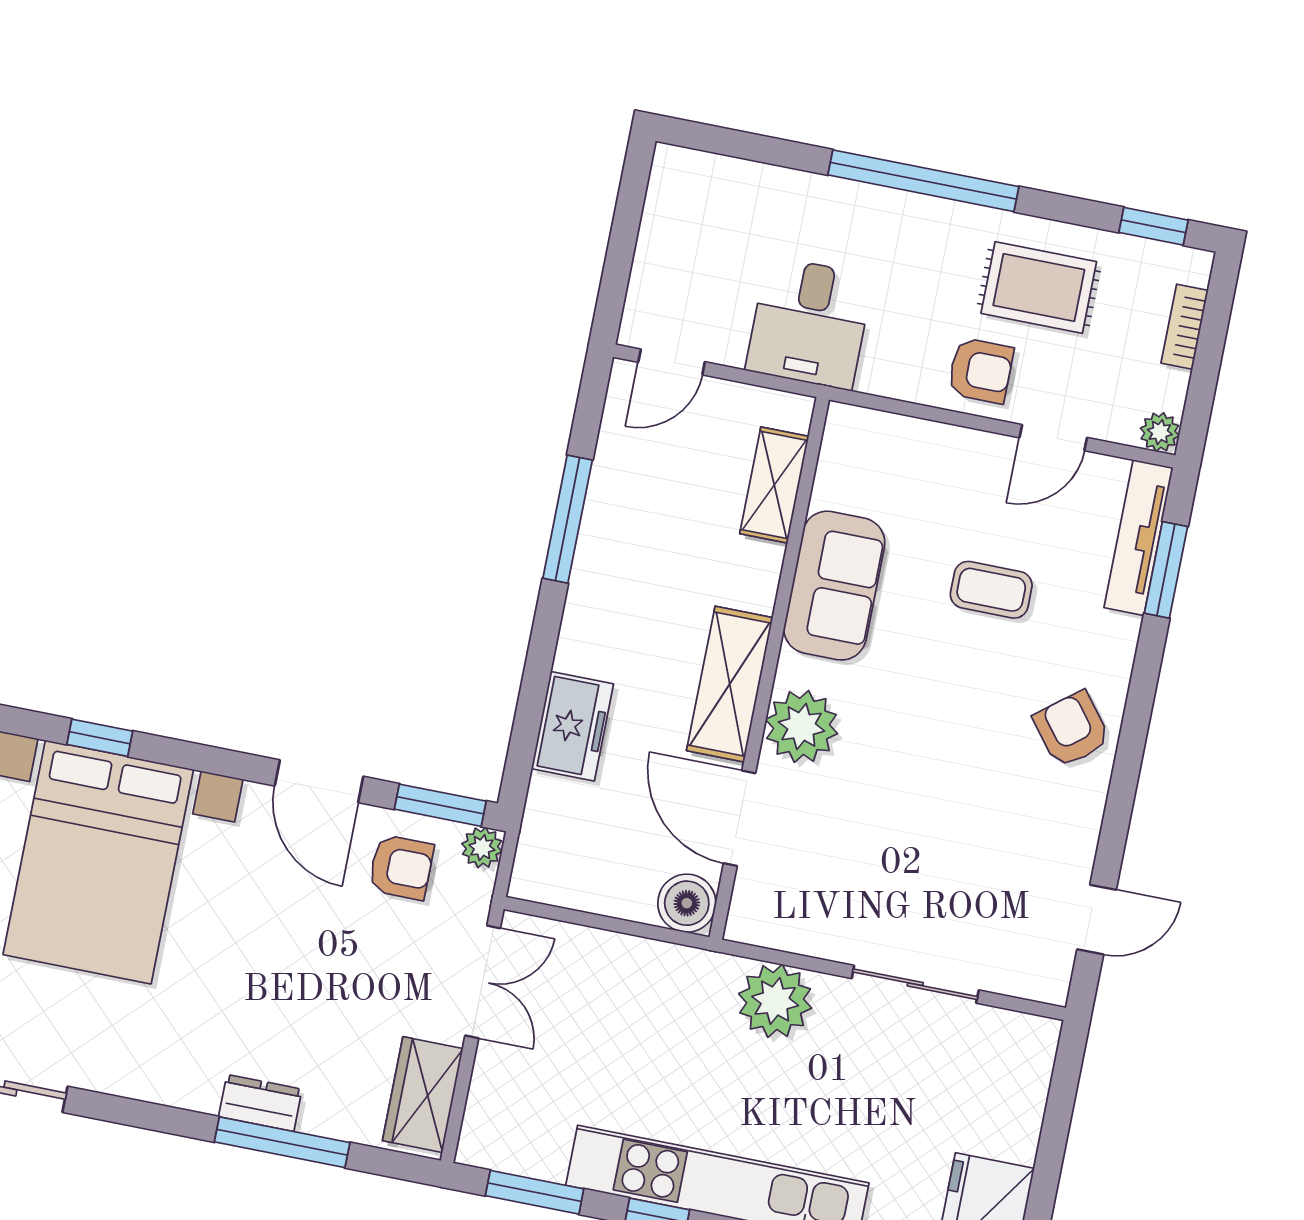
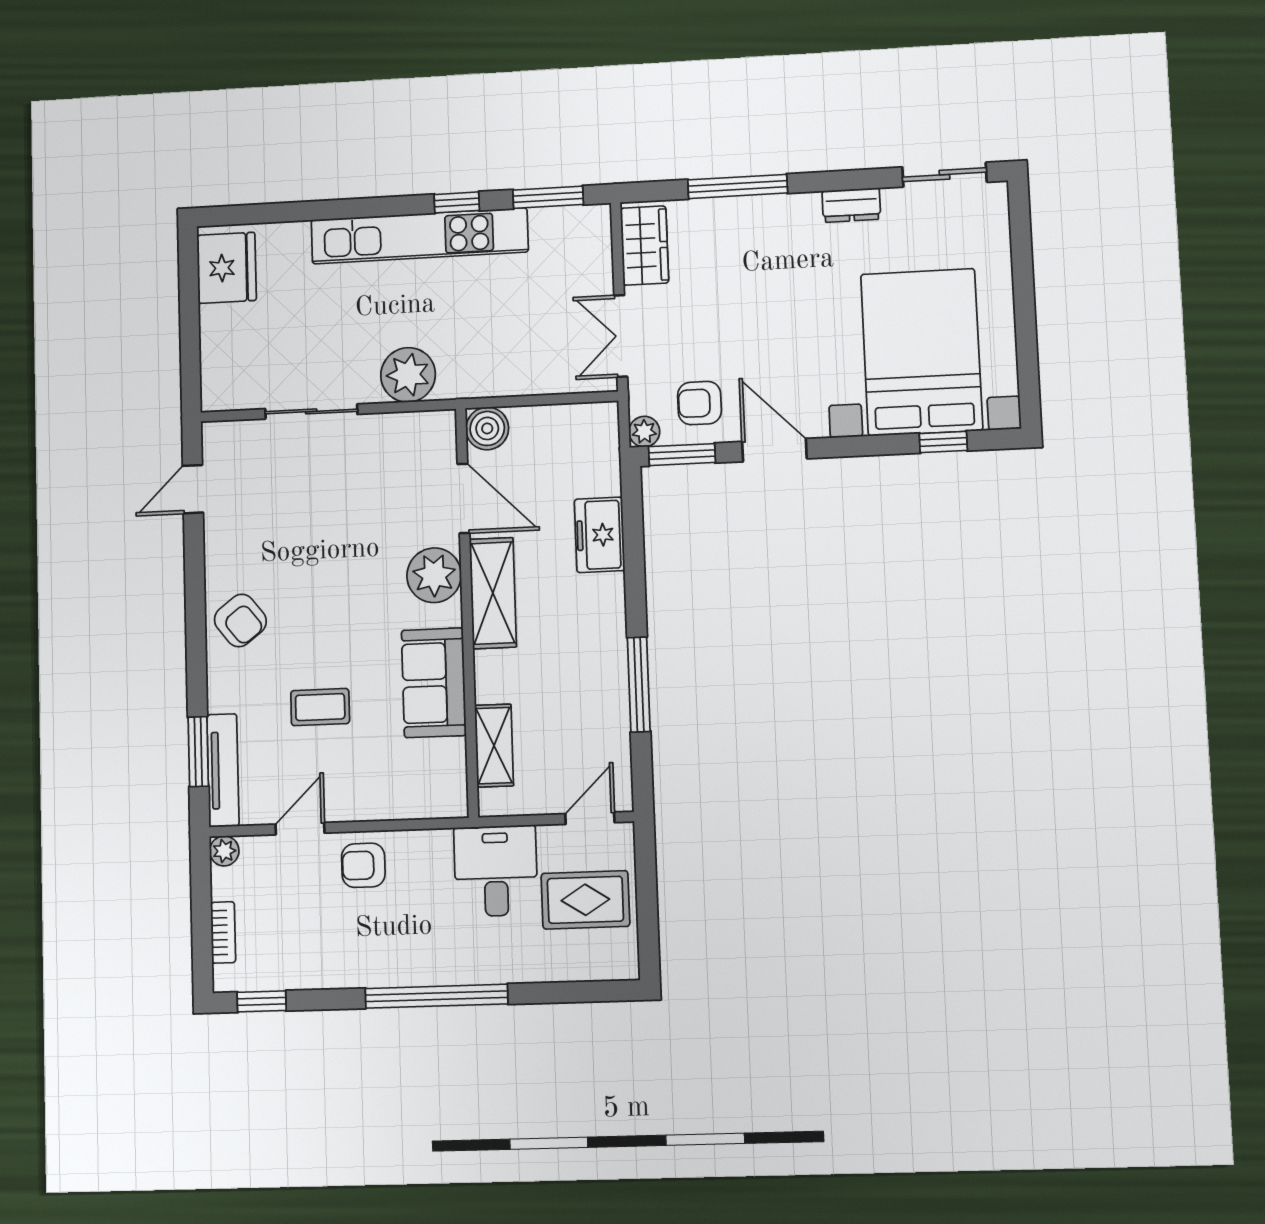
rug: (1039, 288) -> (585, 900), moved
dresser: (260, 1103) -> (851, 205), moved

